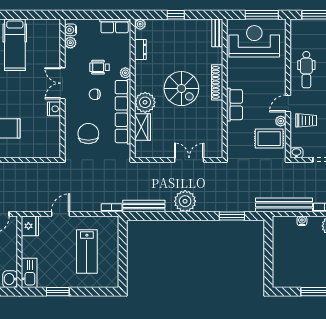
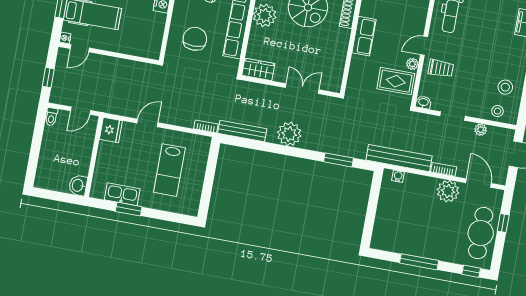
wardrobe: (143, 127) -> (258, 69), moved, turned -90
water cooler: (302, 221) -> (398, 176), moved
kitchen sink: (29, 273) -> (122, 194), moved, turned -90

